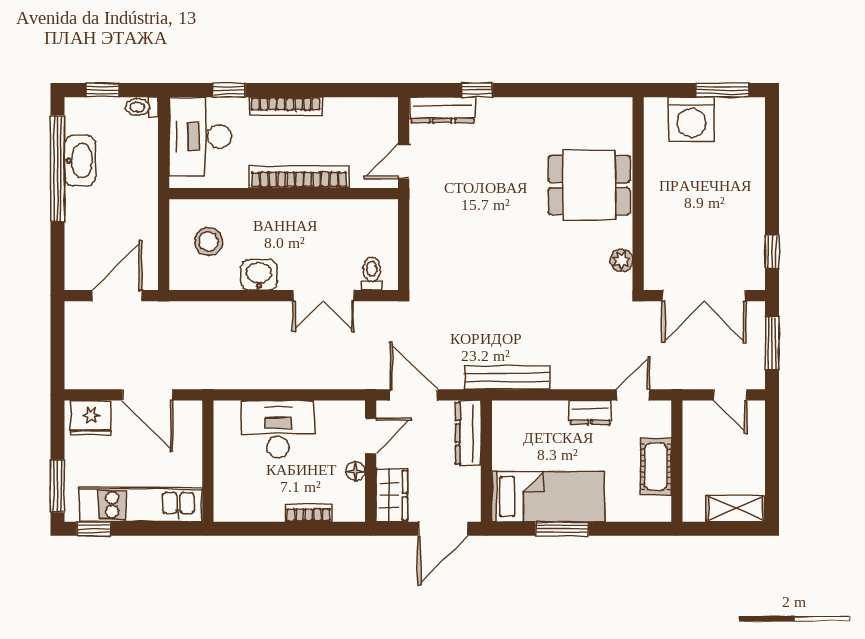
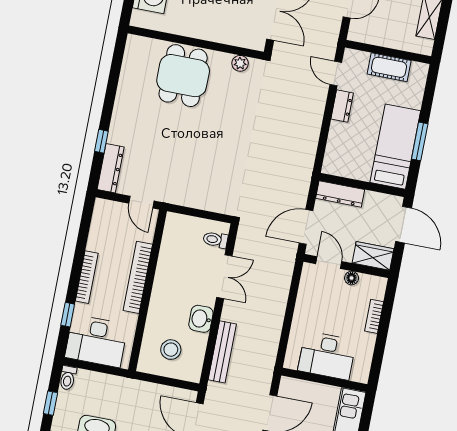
bench: (507, 378) -> (222, 352), moved
desk: (278, 429) -> (327, 356), moved, turned -90

